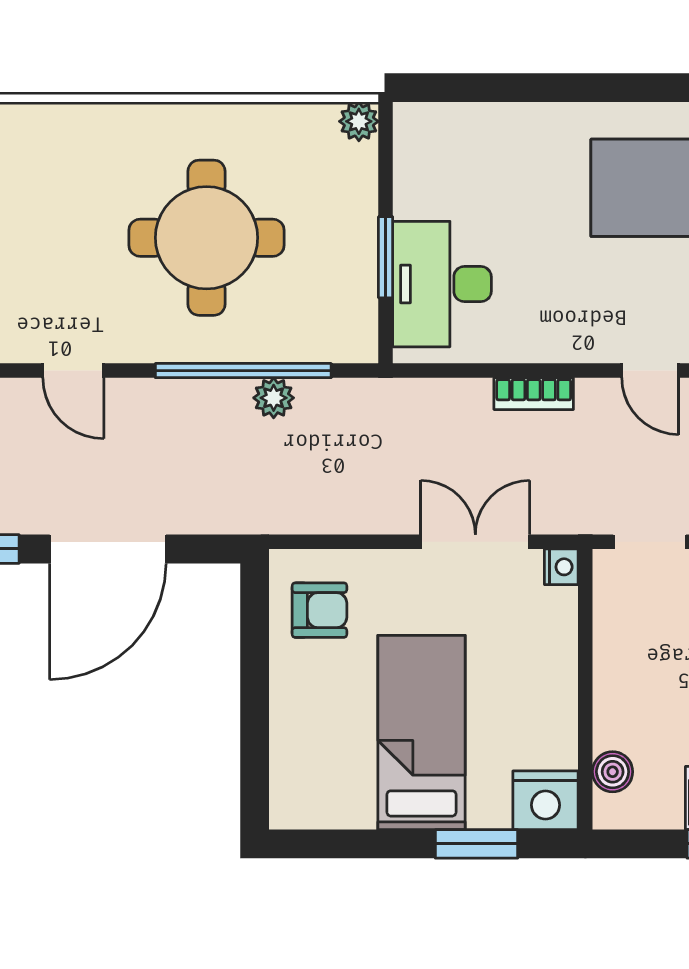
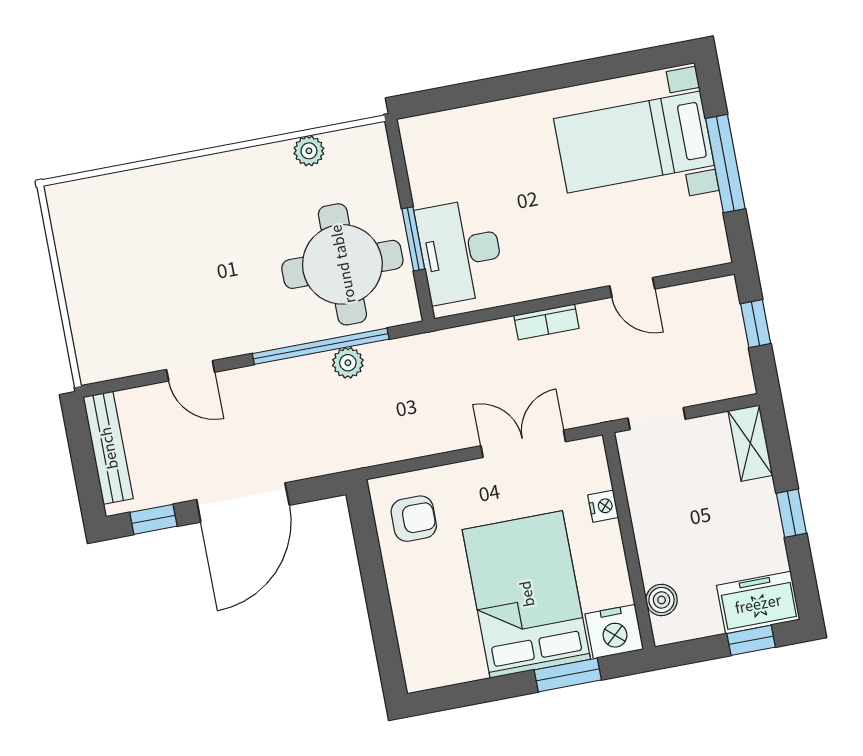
plant: (359, 121) -> (309, 151), moved
round table: (207, 238) -> (342, 264), moved
nightstand: (561, 567) -> (603, 506), moved
bed: (422, 732) -> (526, 594), width x1.50

